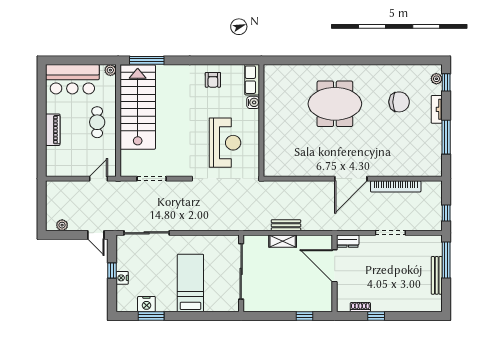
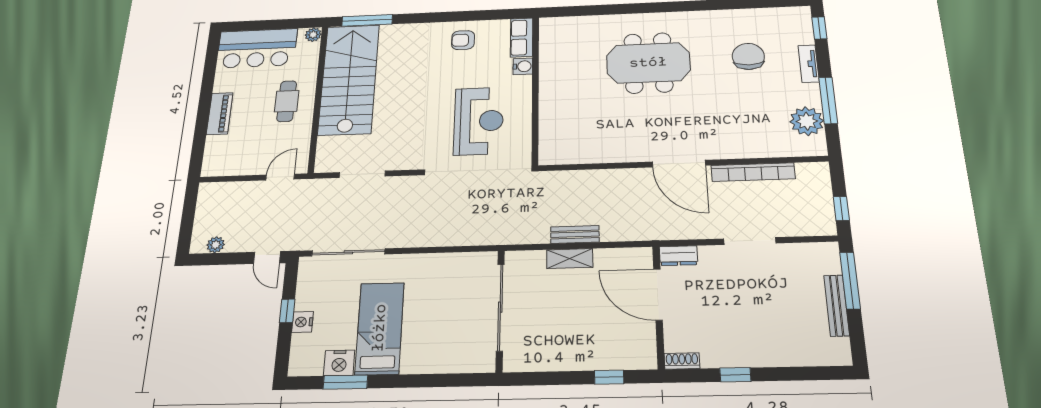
plant: (436, 79) -> (807, 121), moved, width x1.88, depth x1.88
armchair: (213, 80) -> (463, 40), turned 90
chair: (399, 102) -> (748, 56), turned -90
door: (351, 179) -> (679, 164), hinge flipped
bed: (190, 283) -> (380, 328), moved
shoe rack: (360, 307) -> (682, 361), moved

